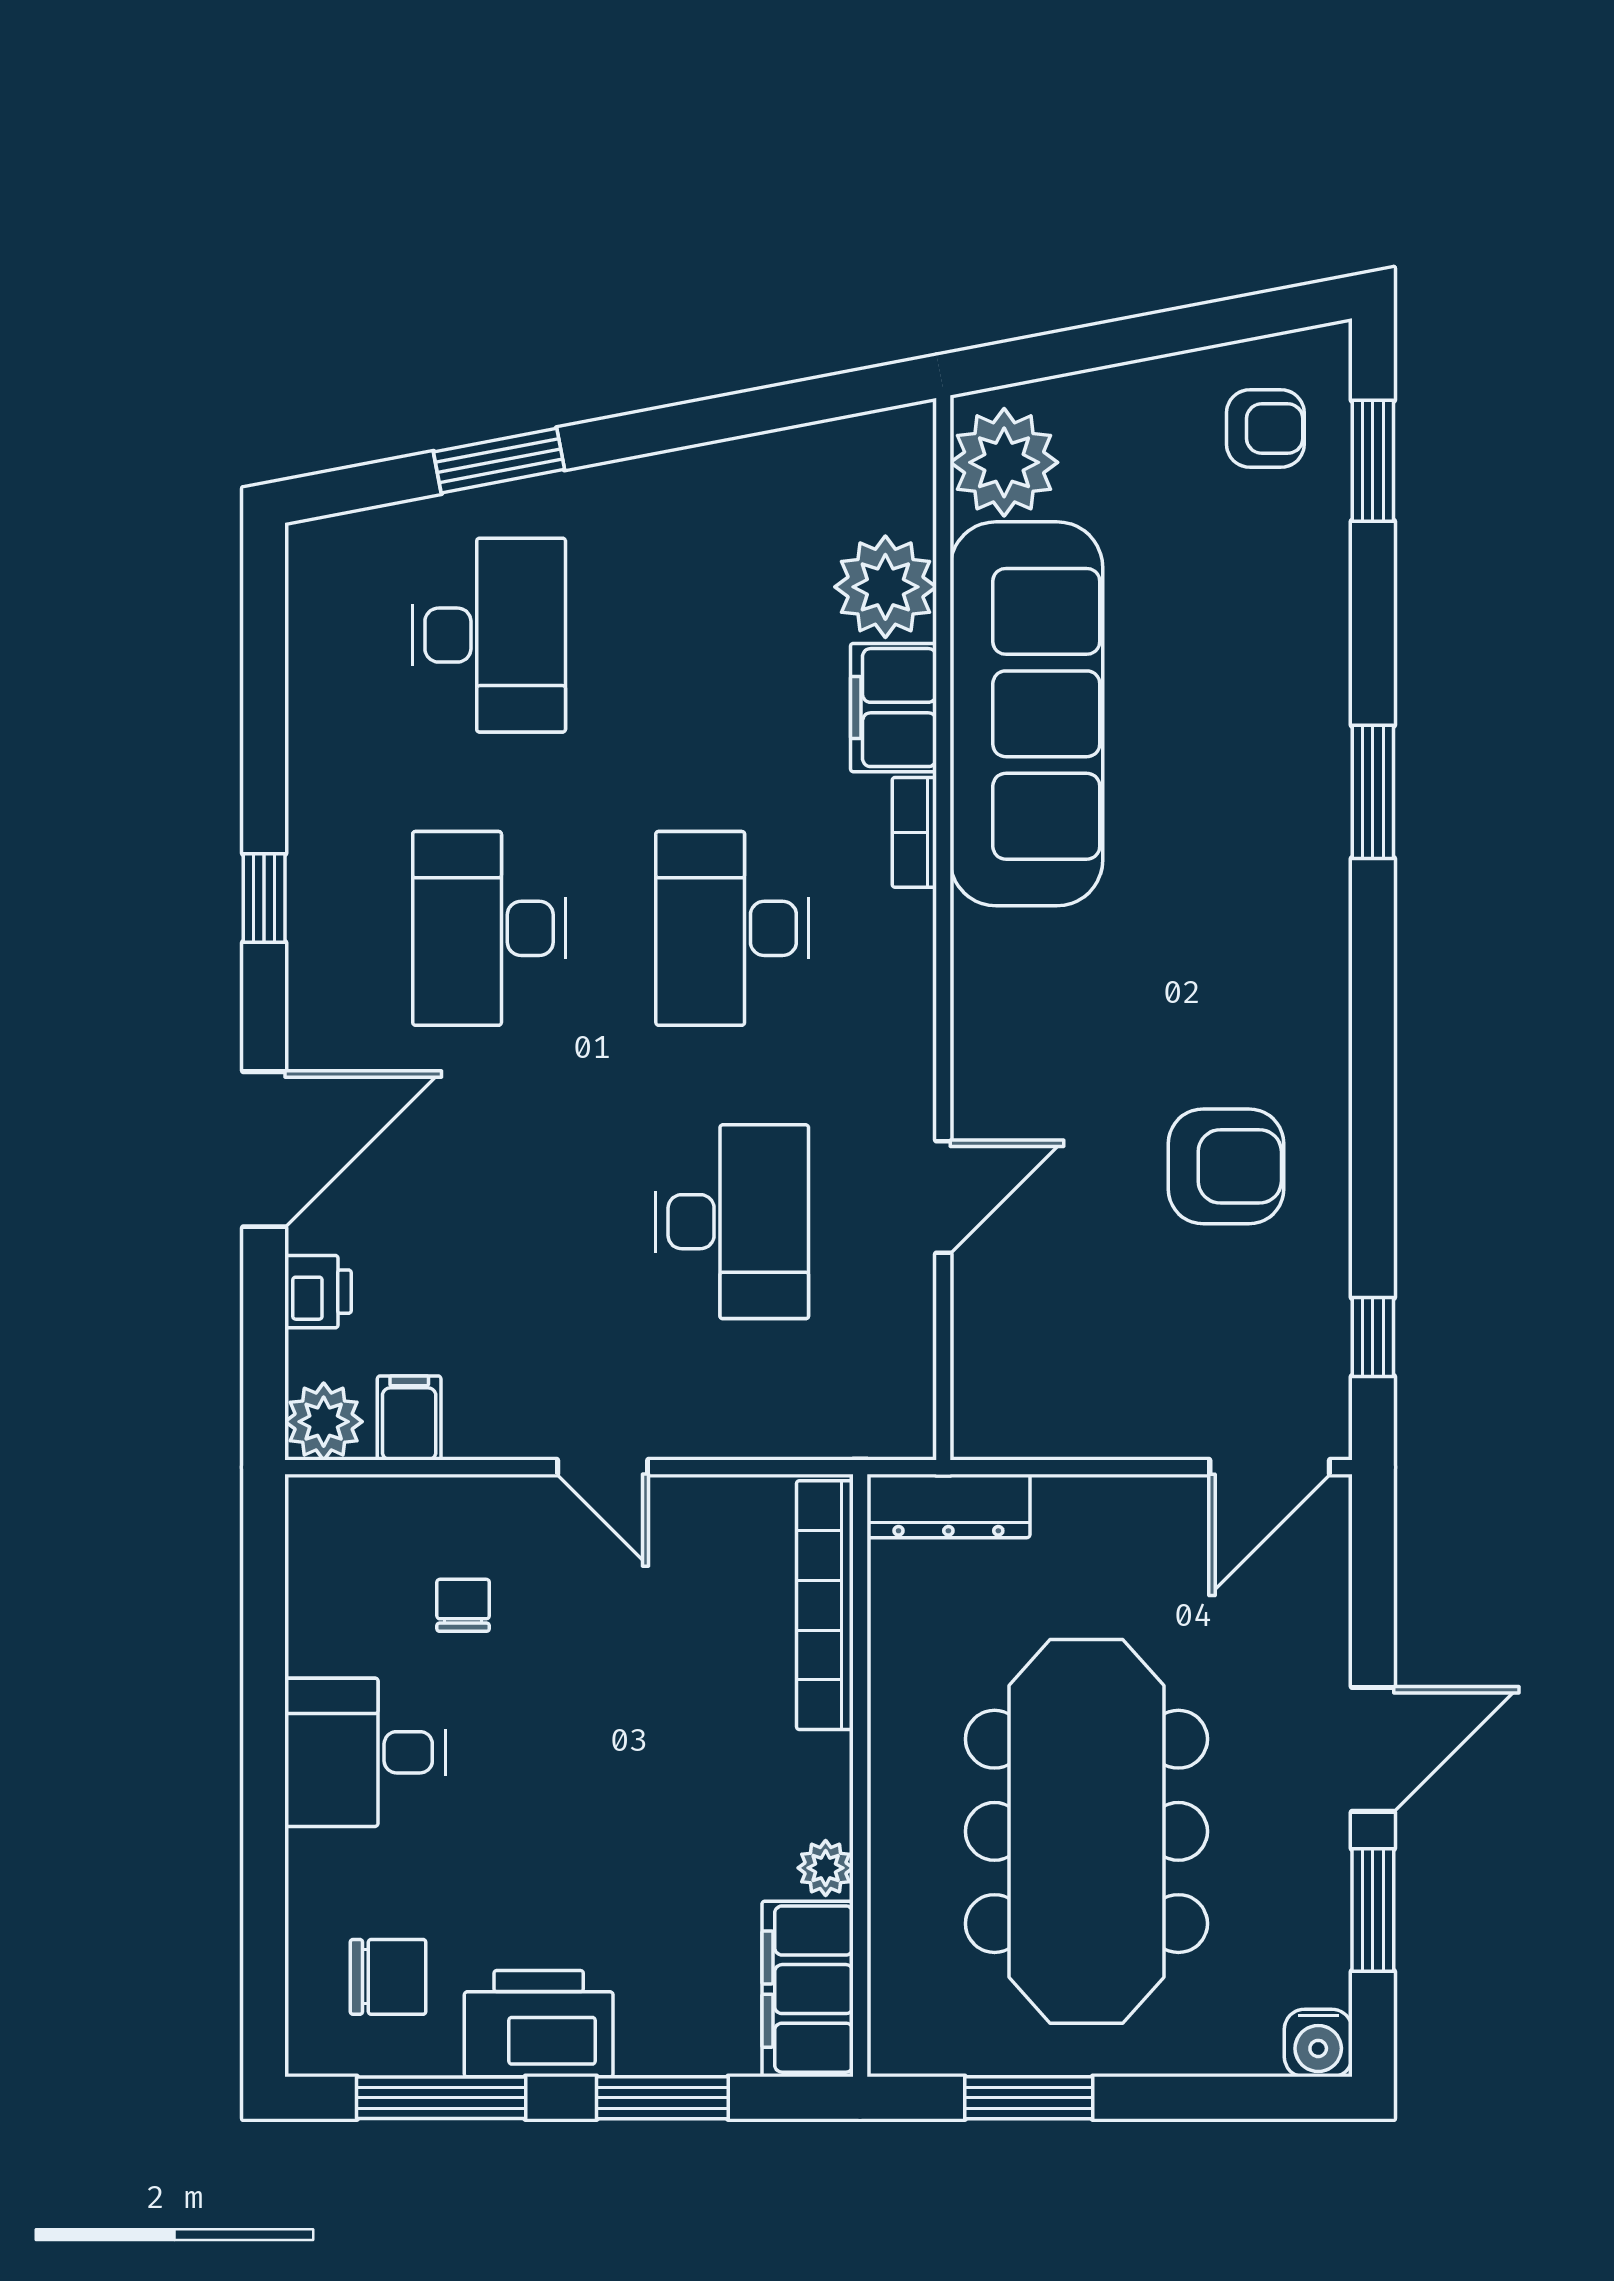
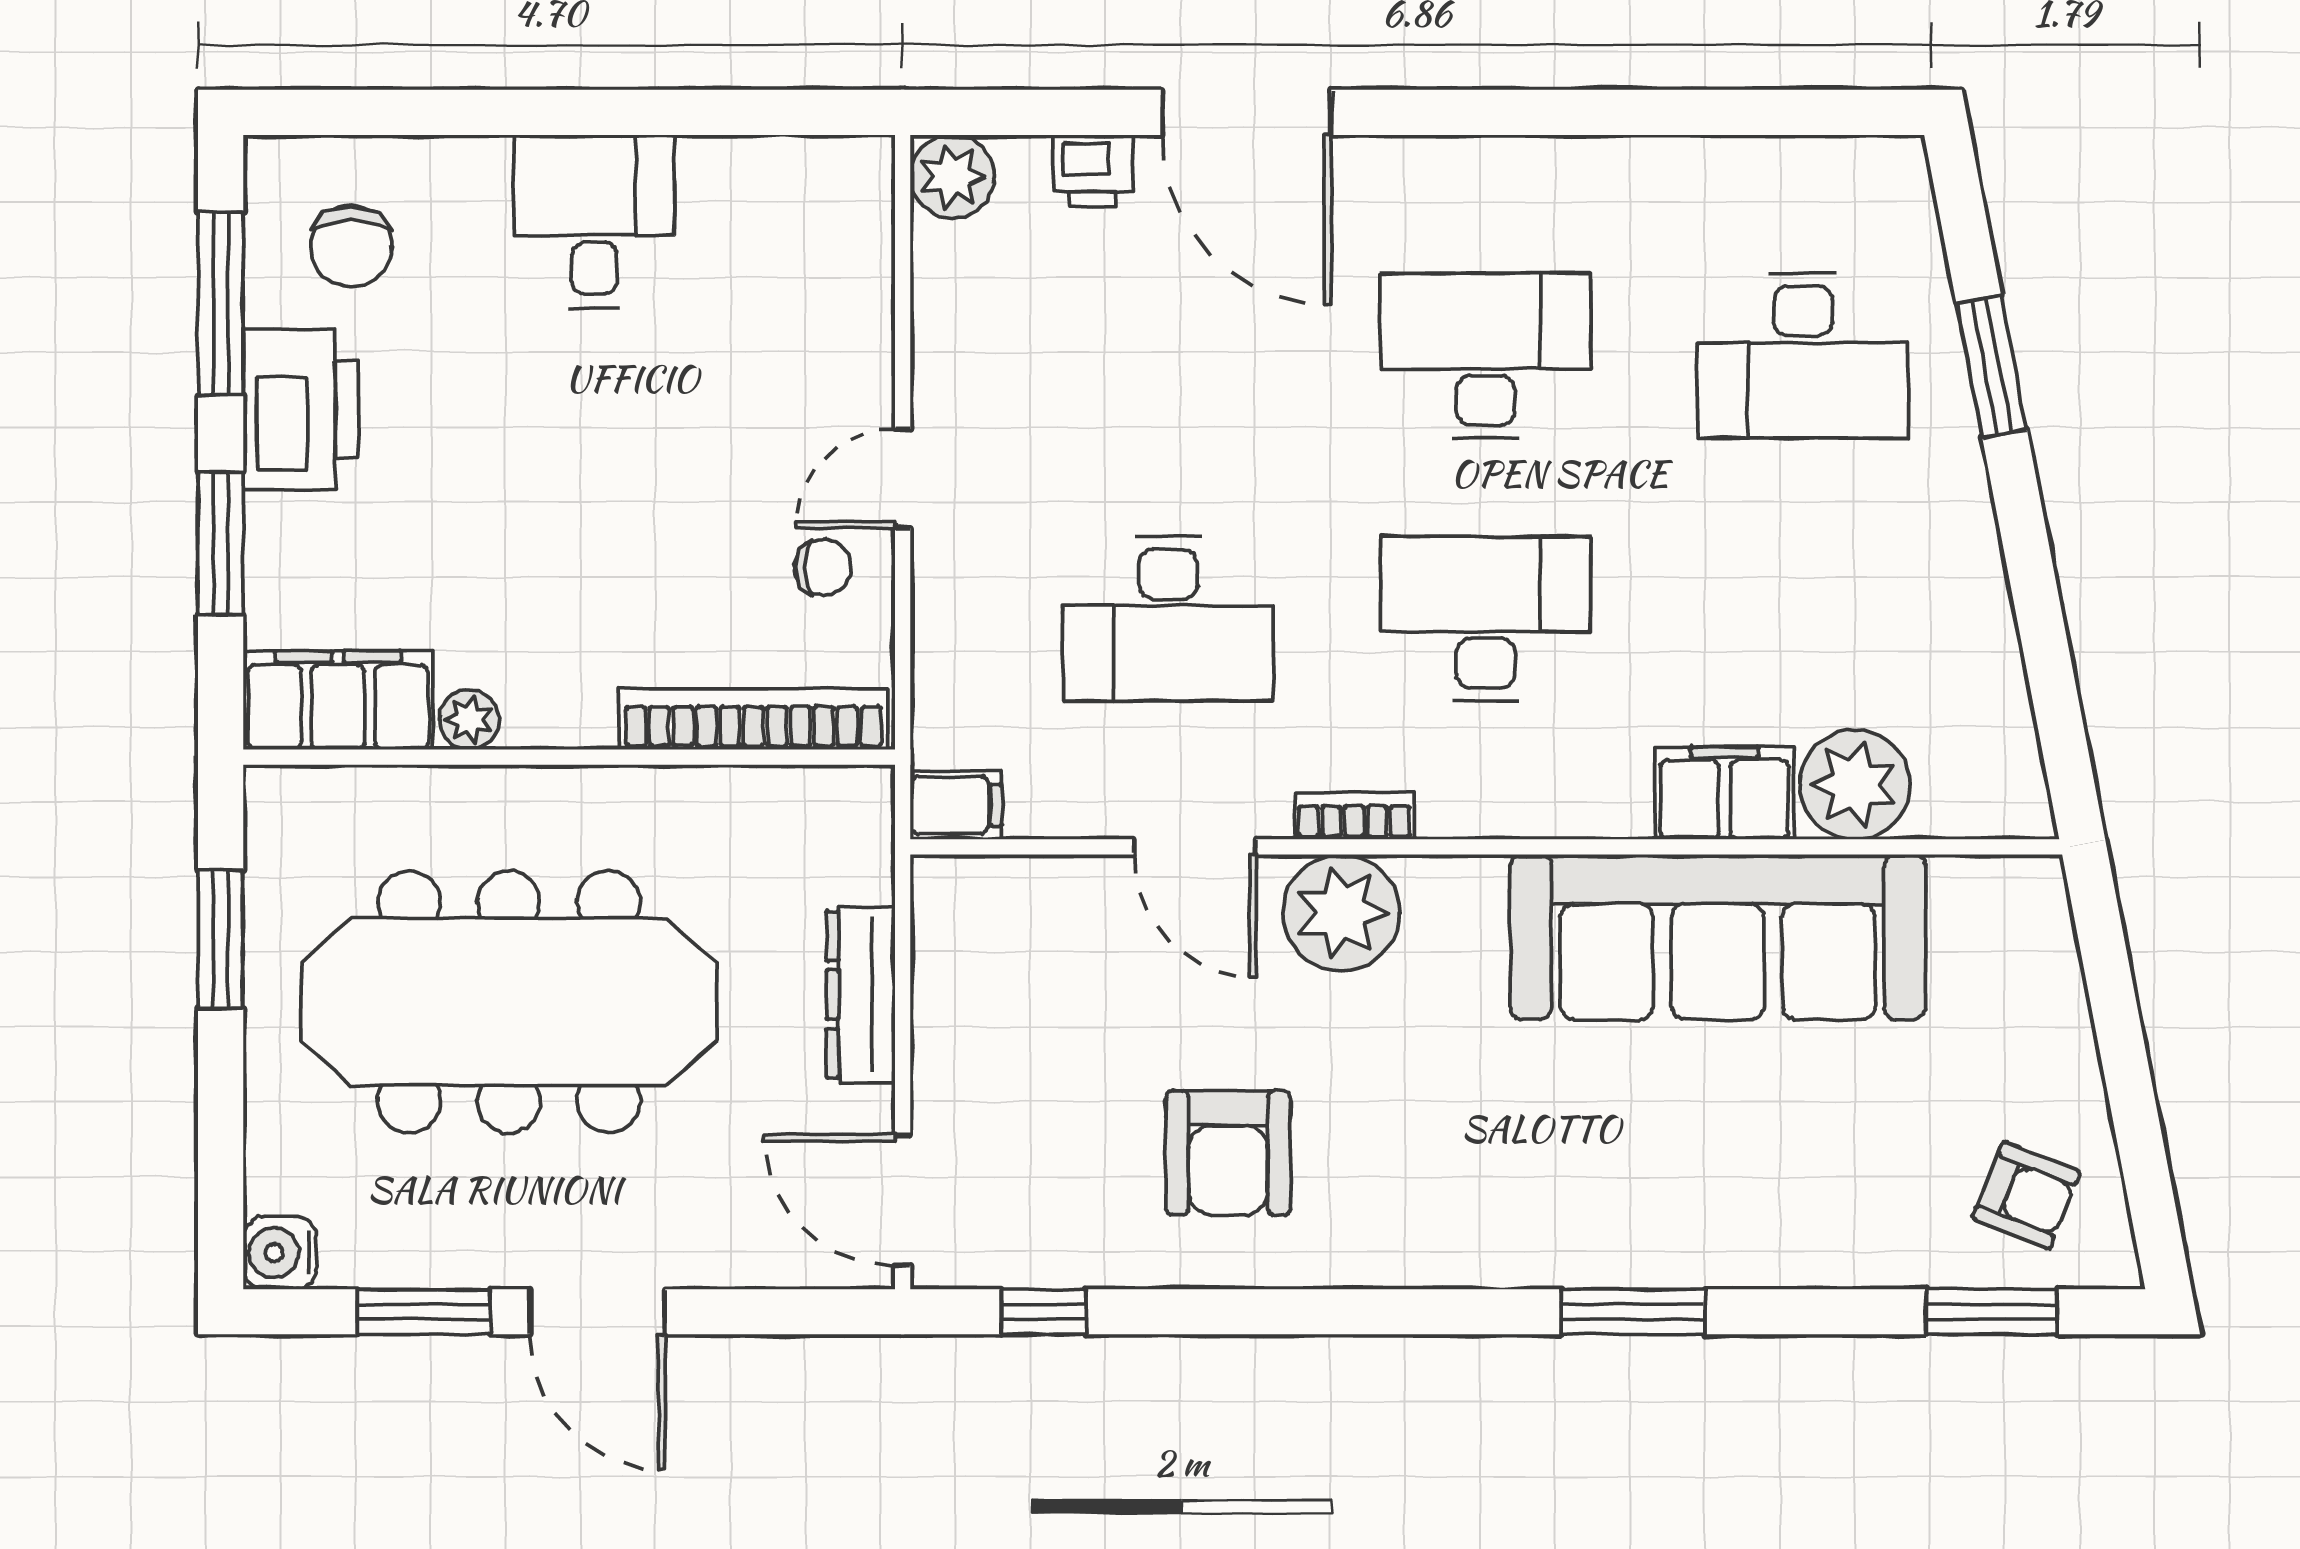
armchair: (1265, 429) -> (2026, 1195), turned -68
plant: (1004, 462) -> (1341, 913), moved
bookcase: (914, 832) -> (1354, 816), moved
window: (264, 898) -> (1518, 112), removed
filing cabinet: (409, 1418) -> (956, 805), moved
dresser: (948, 1506) -> (861, 995), moved
chair: (463, 1605) -> (823, 567), moved

